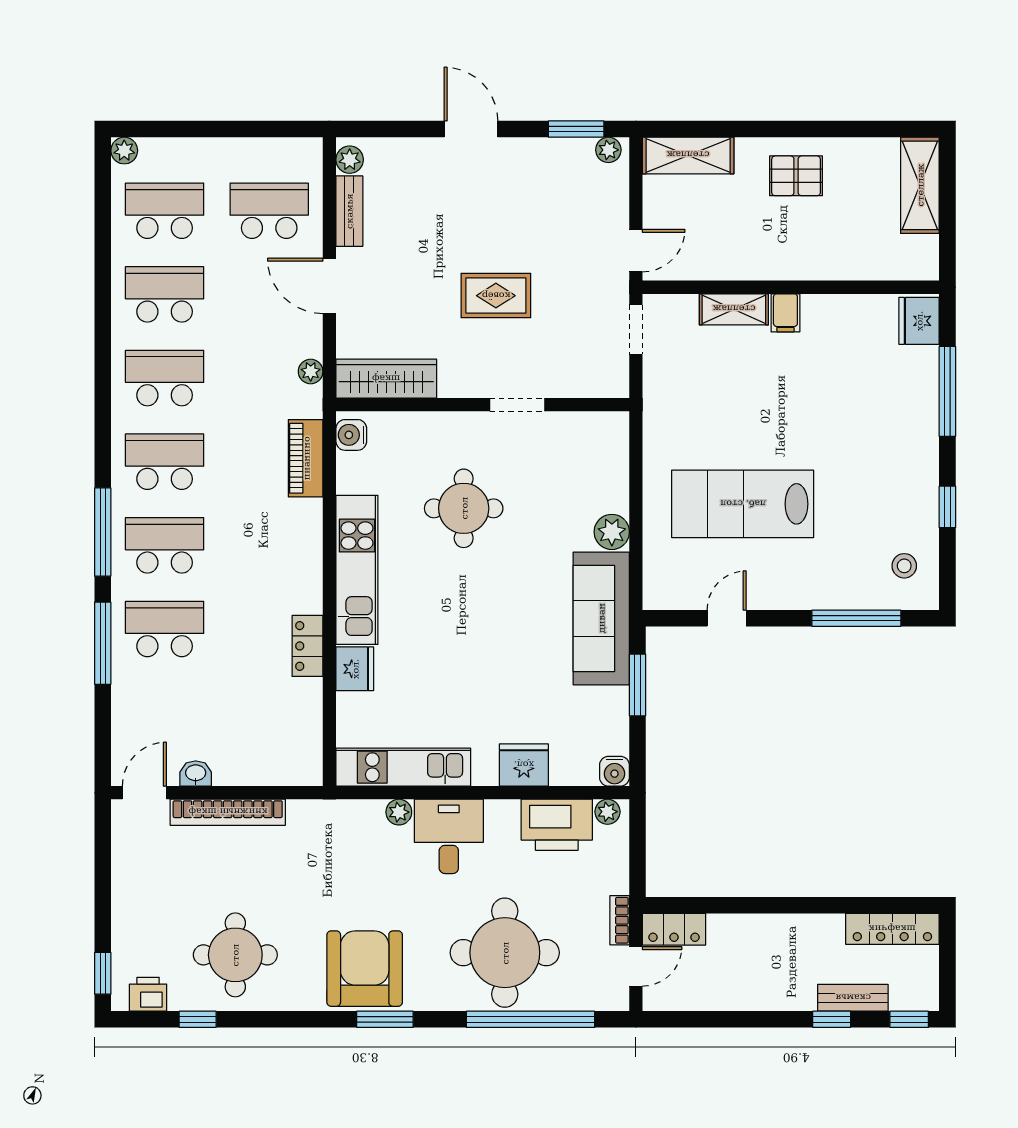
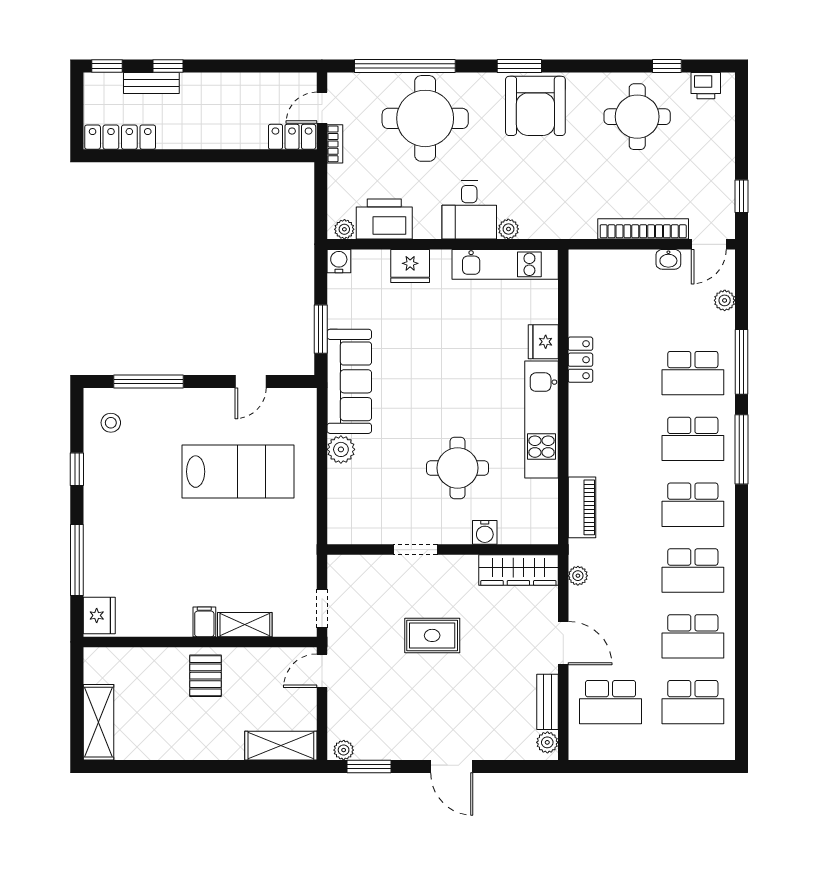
plant: (124, 151) -> (725, 300), moved
pallet: (796, 176) -> (206, 676), moved, turned 90
water cooler: (351, 435) -> (485, 532), moved, turned 90
window: (103, 973) -> (741, 196), moved

